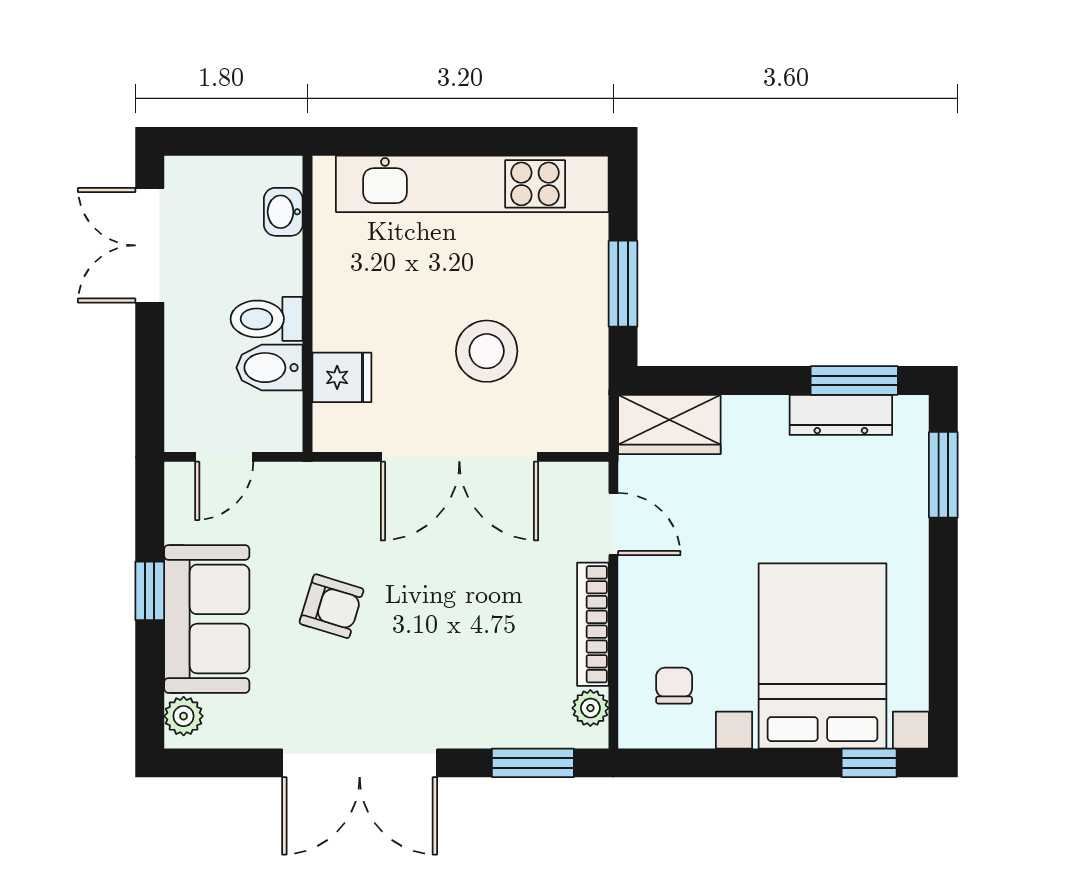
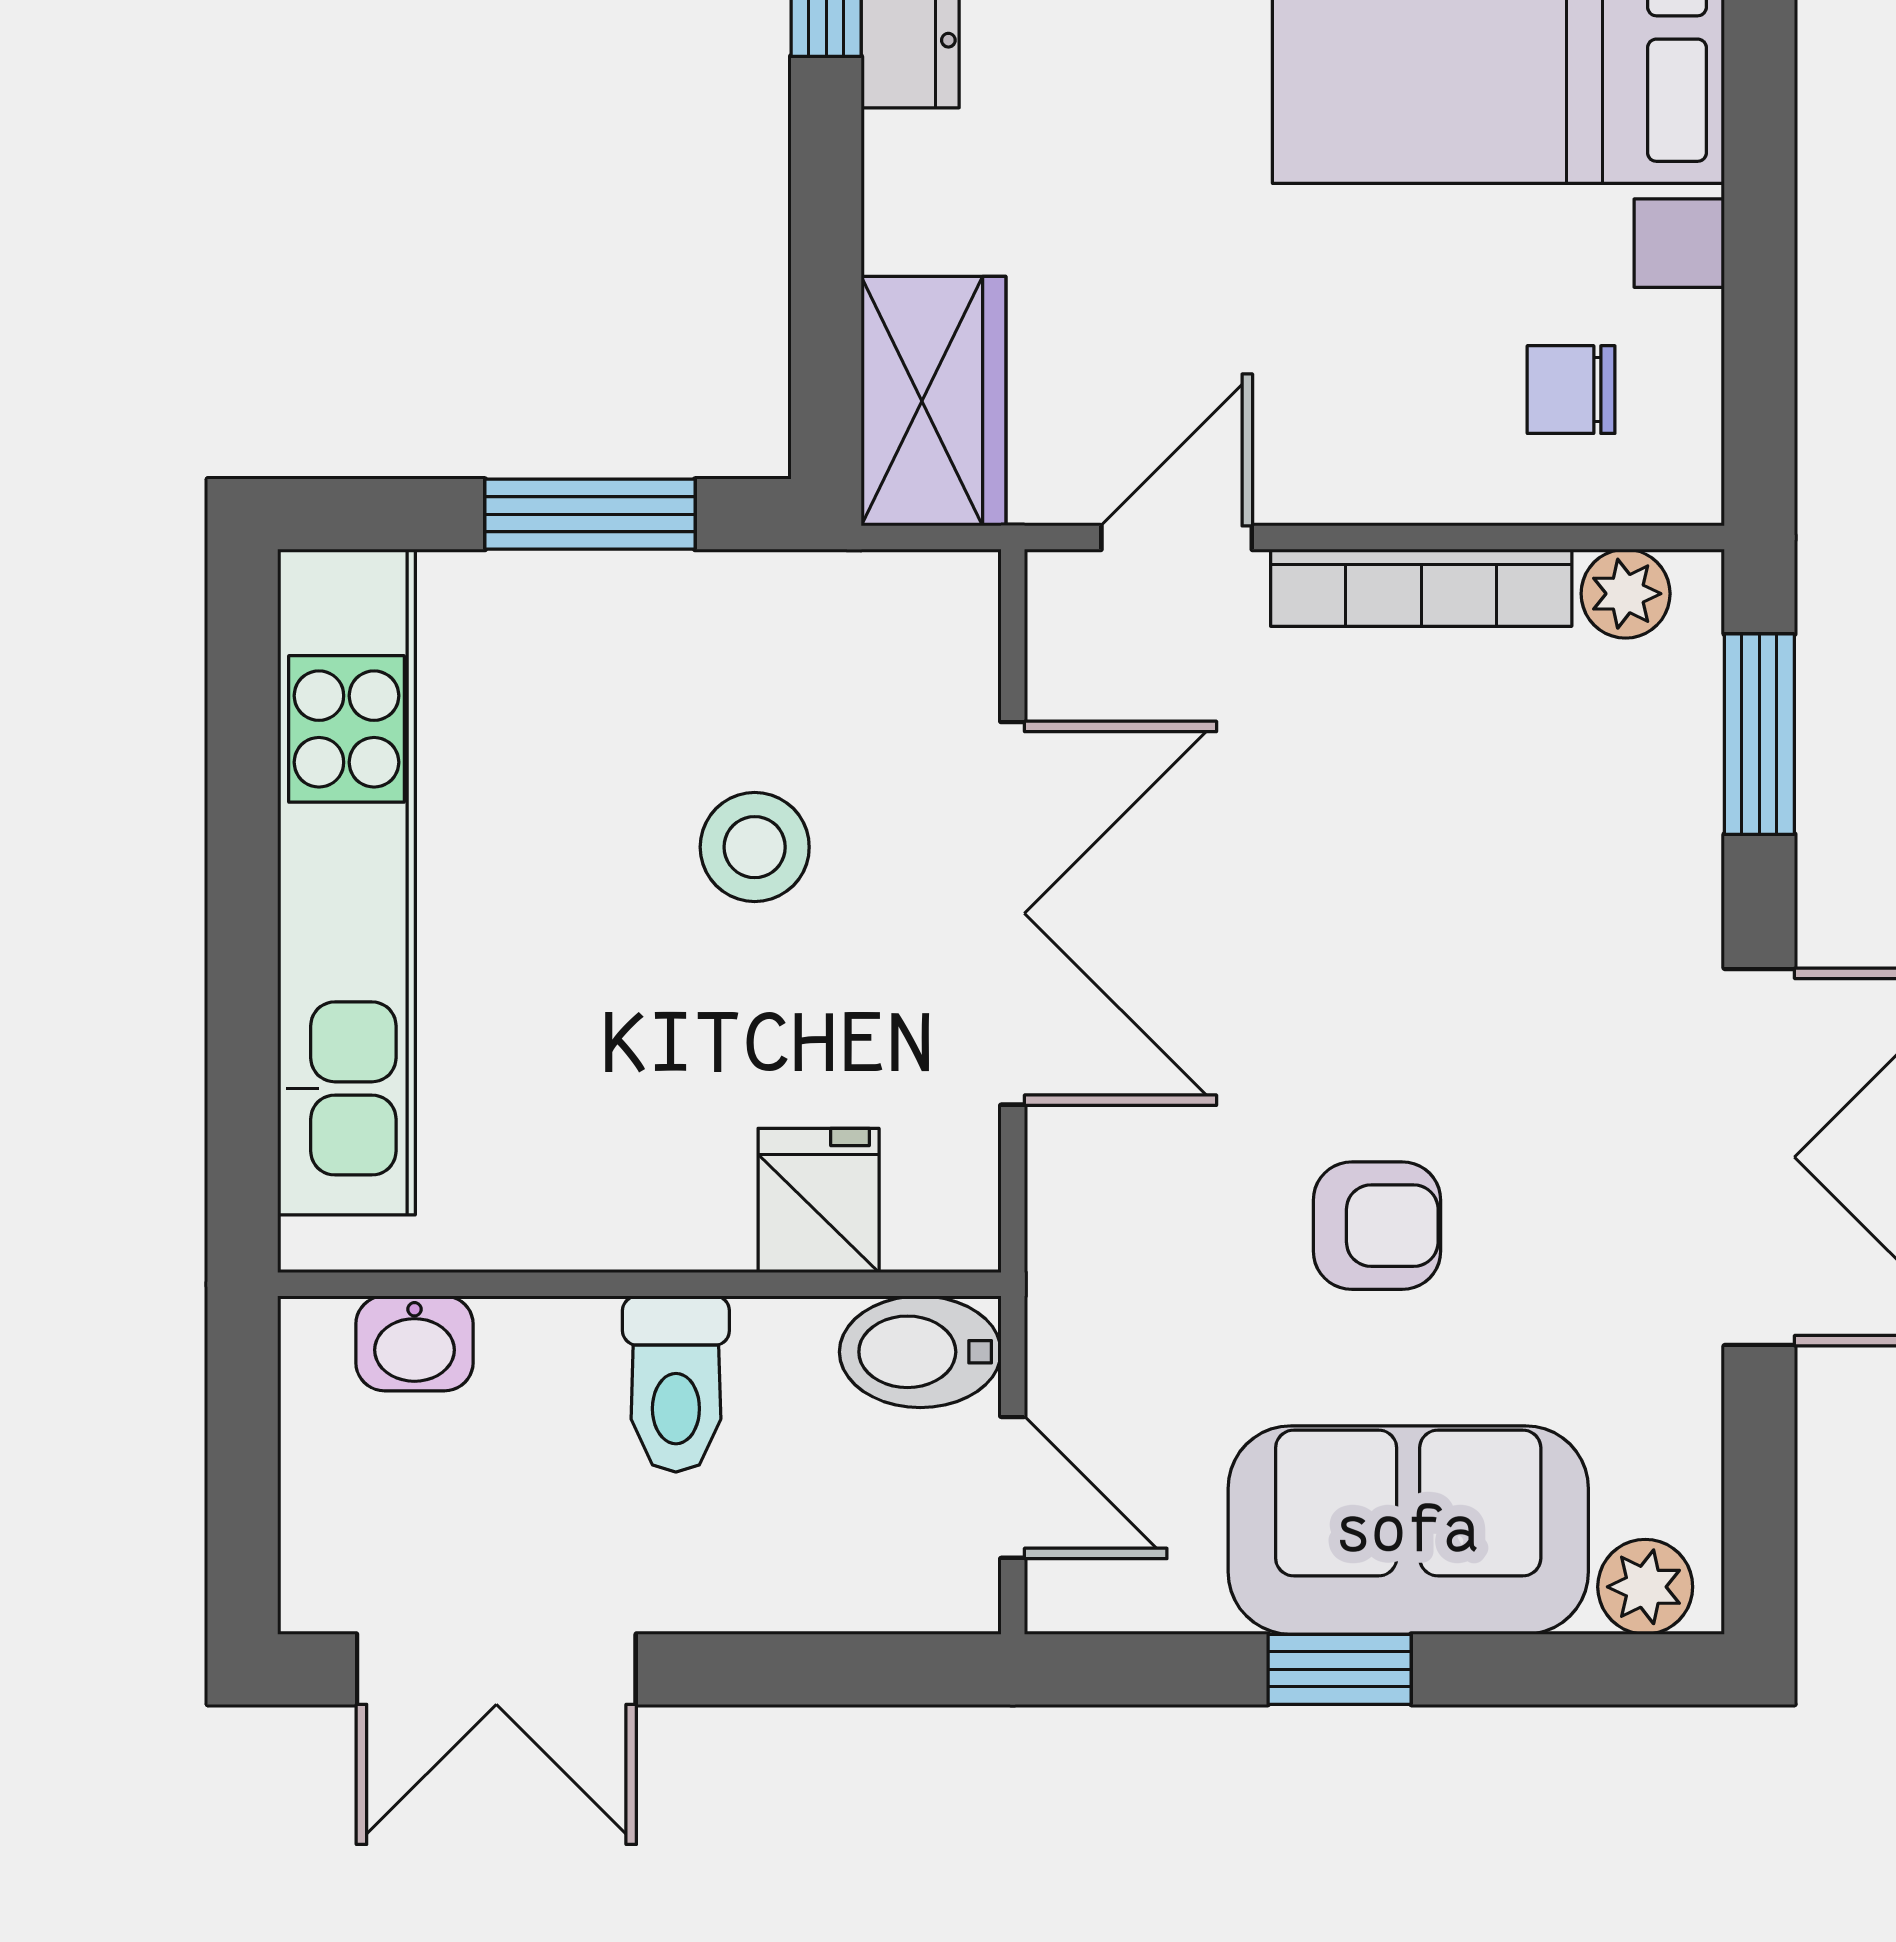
stool: (487, 351) -> (755, 847), width x0.73, depth x0.73
bidet: (270, 368) -> (920, 1352), moved, turned 90
armchair: (332, 606) -> (1377, 1226), turned 73

